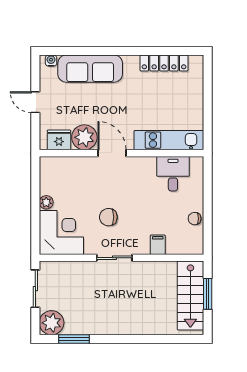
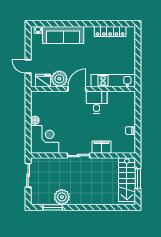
door: (35, 102) -> (28, 66), moved
door: (112, 153) -> (77, 89), hinge flipped
desk: (173, 174) -> (97, 102), moved
chair: (108, 217) -> (75, 130), removed
filing cabinet: (158, 245) -> (101, 147), width x2.00
plant: (52, 323) -> (62, 197), moved

